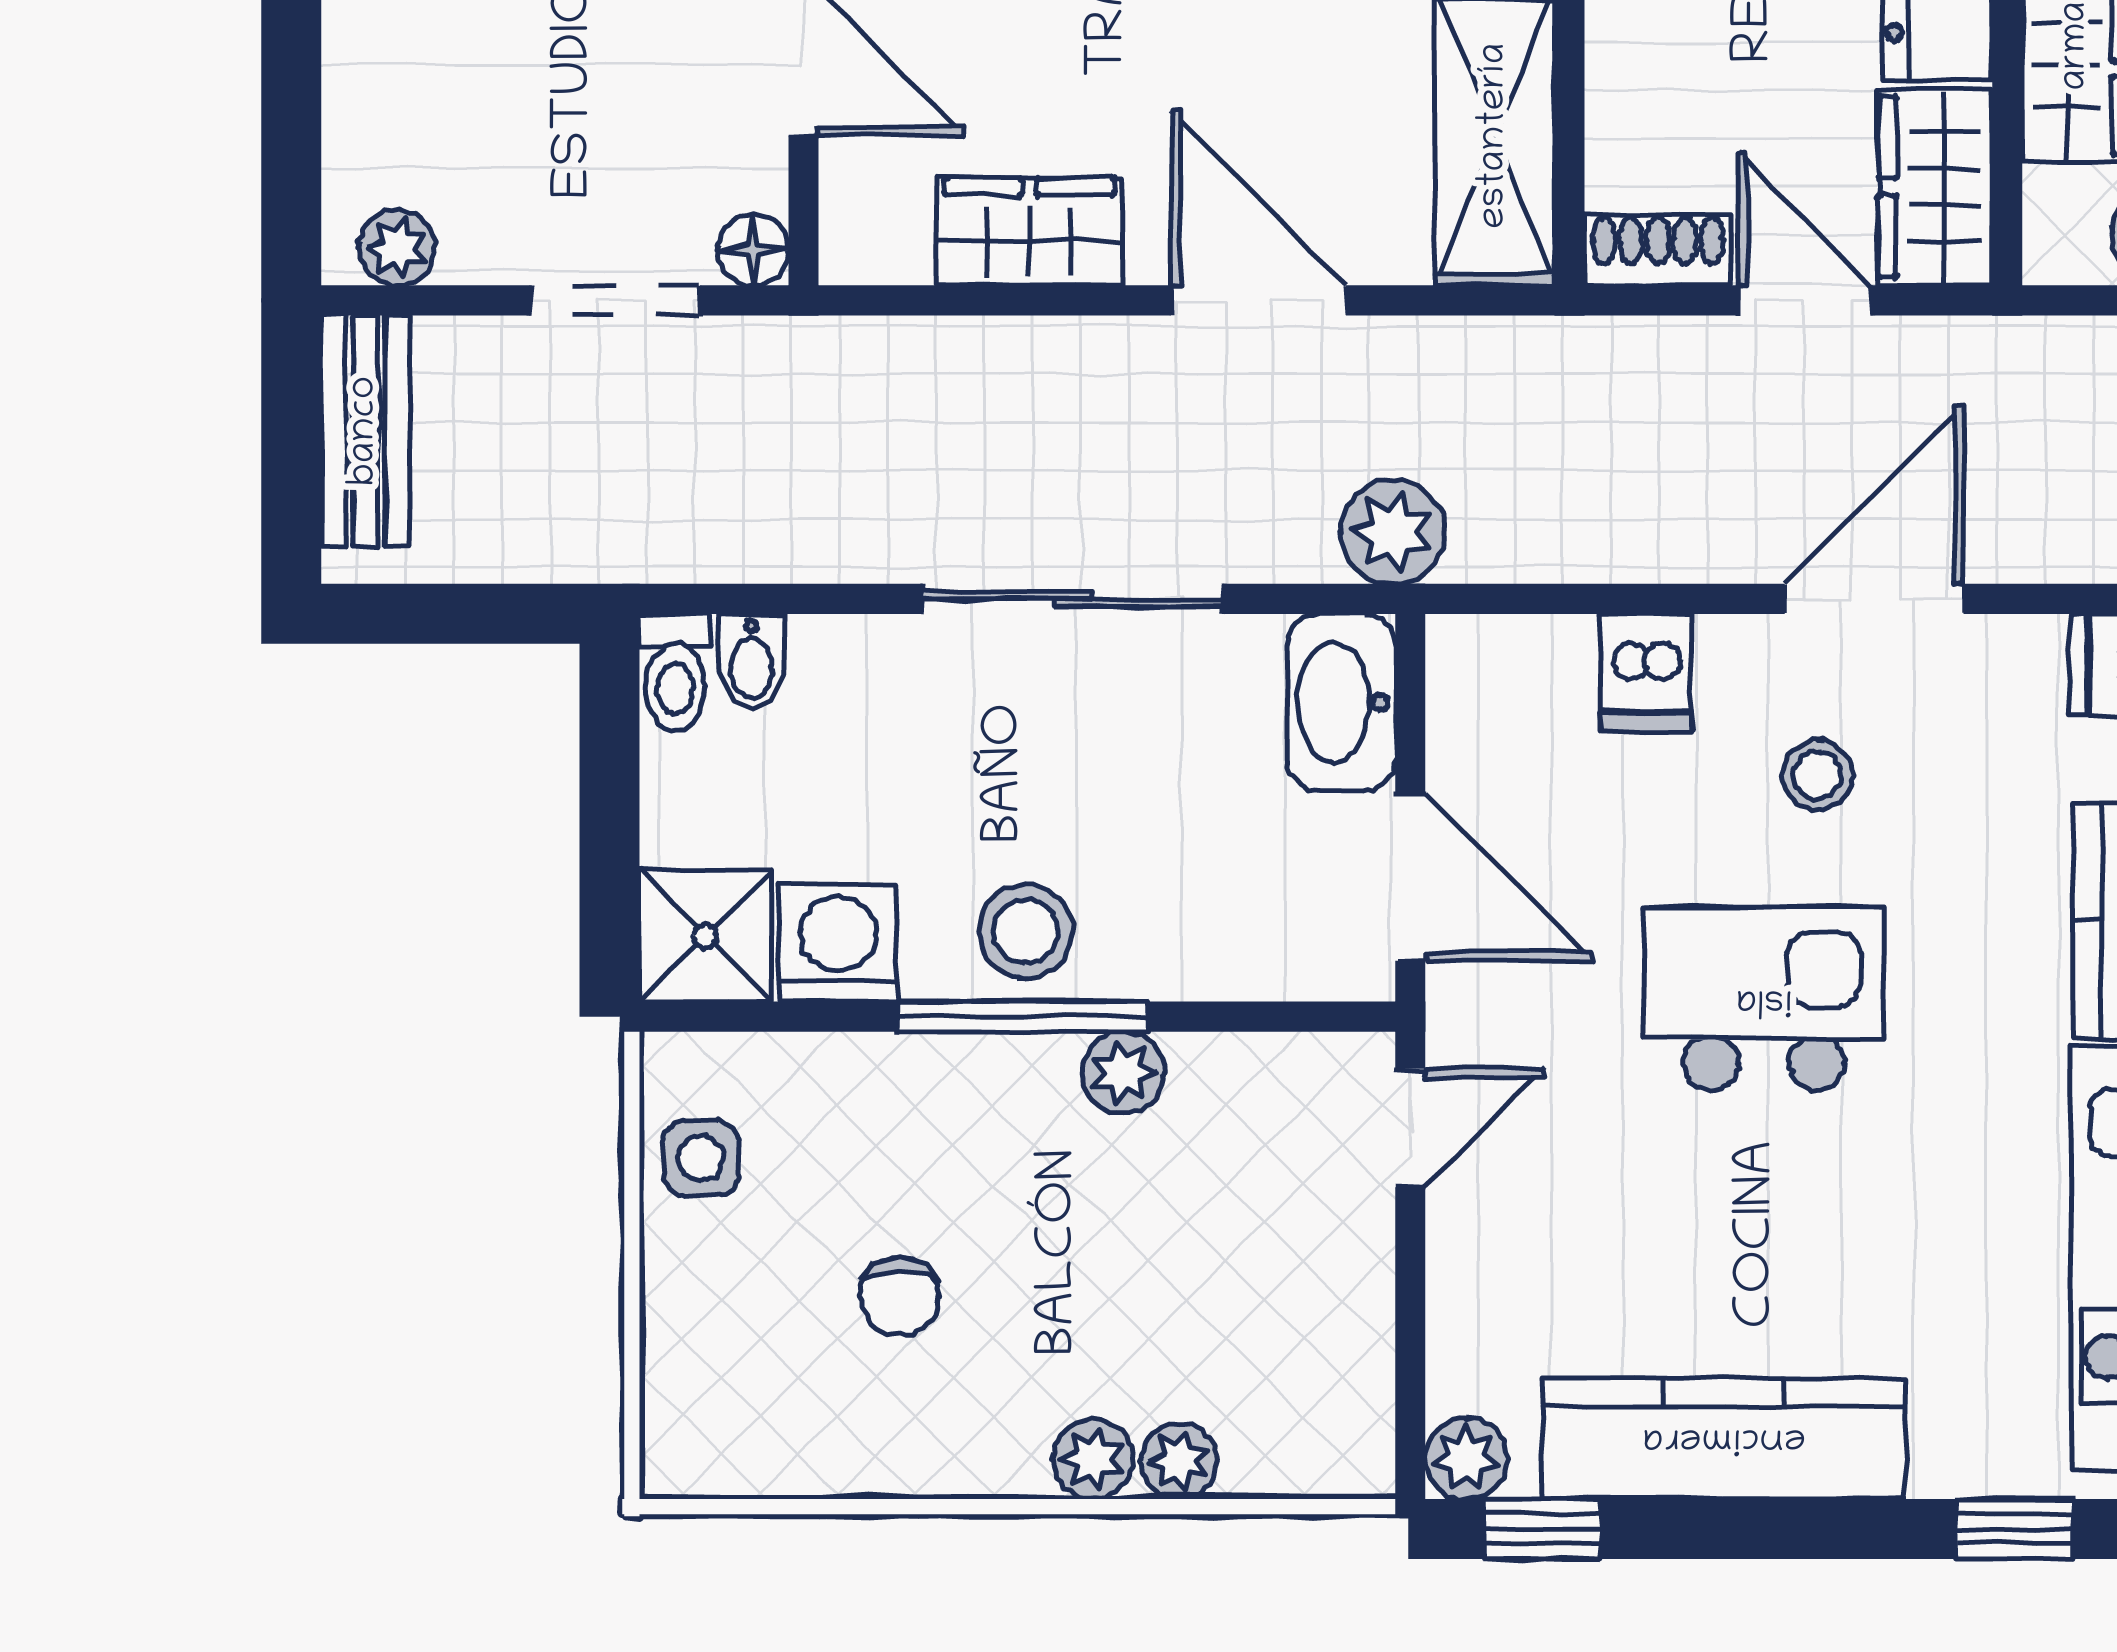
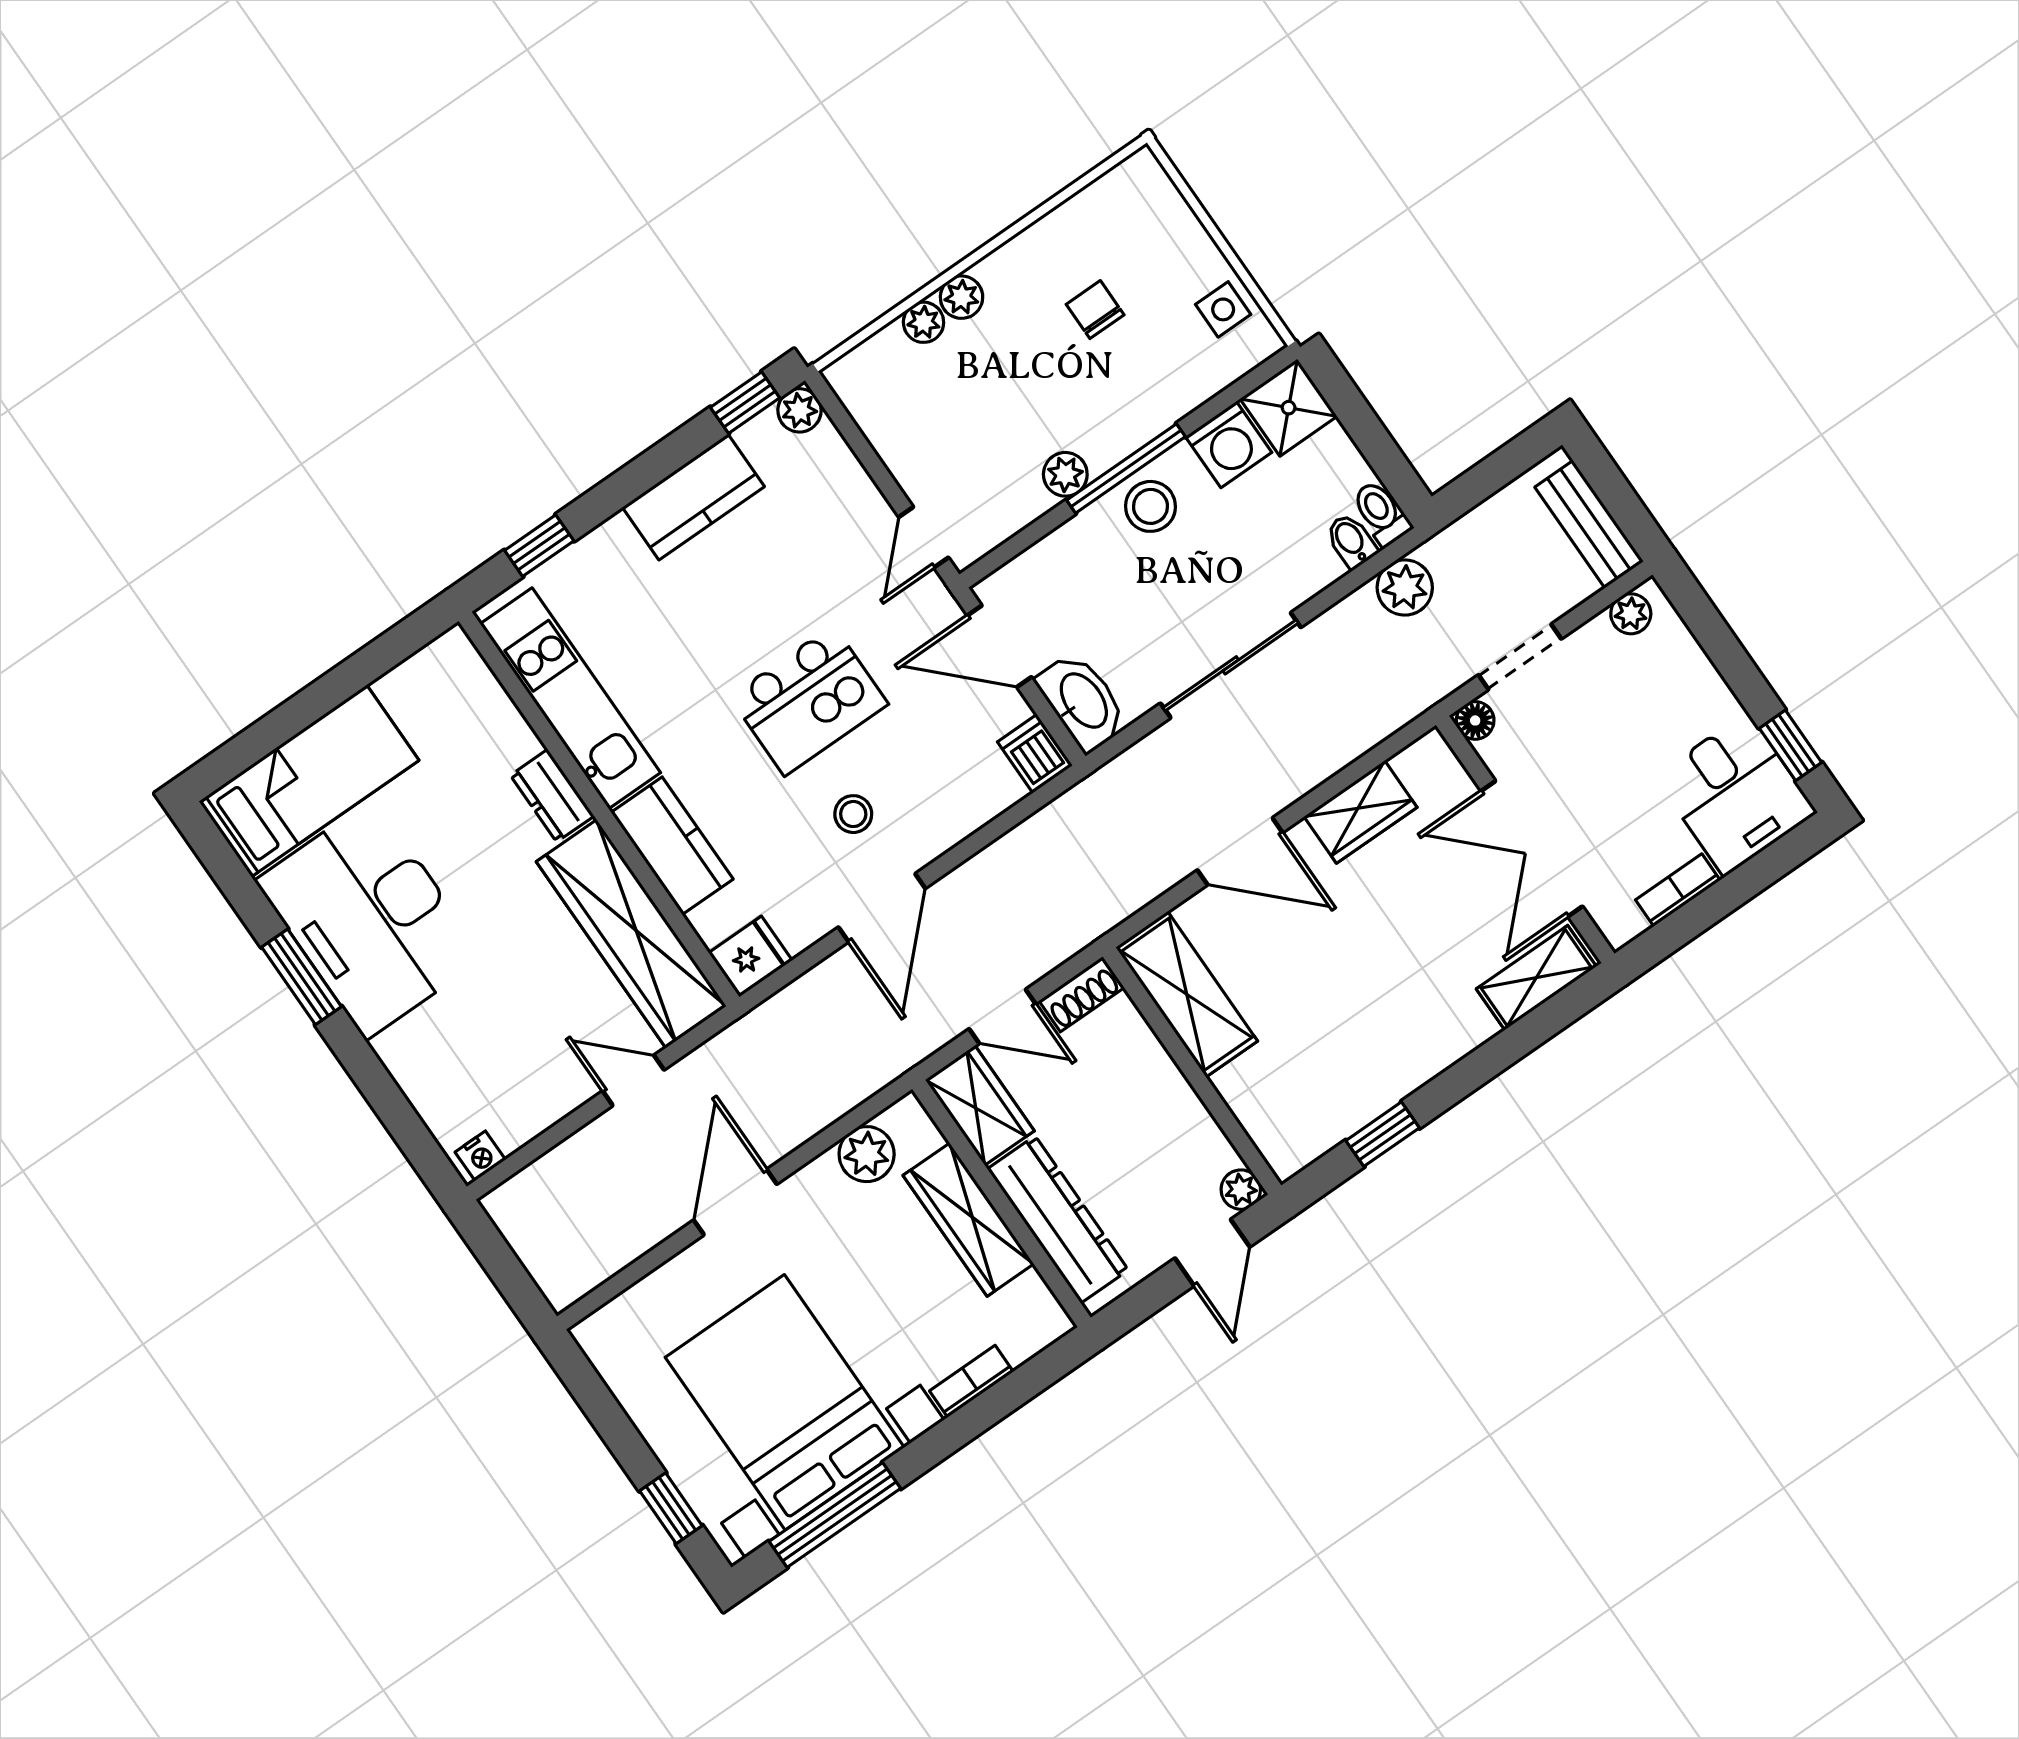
plant: (1393, 532) -> (1405, 588), moved
dishwasher: (1646, 673) -> (1035, 754), moved
kitchen counter: (1724, 1438) -> (693, 497), width x0.67

